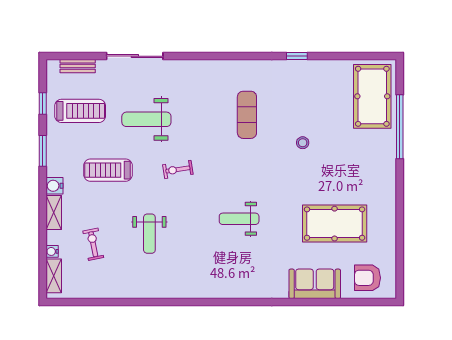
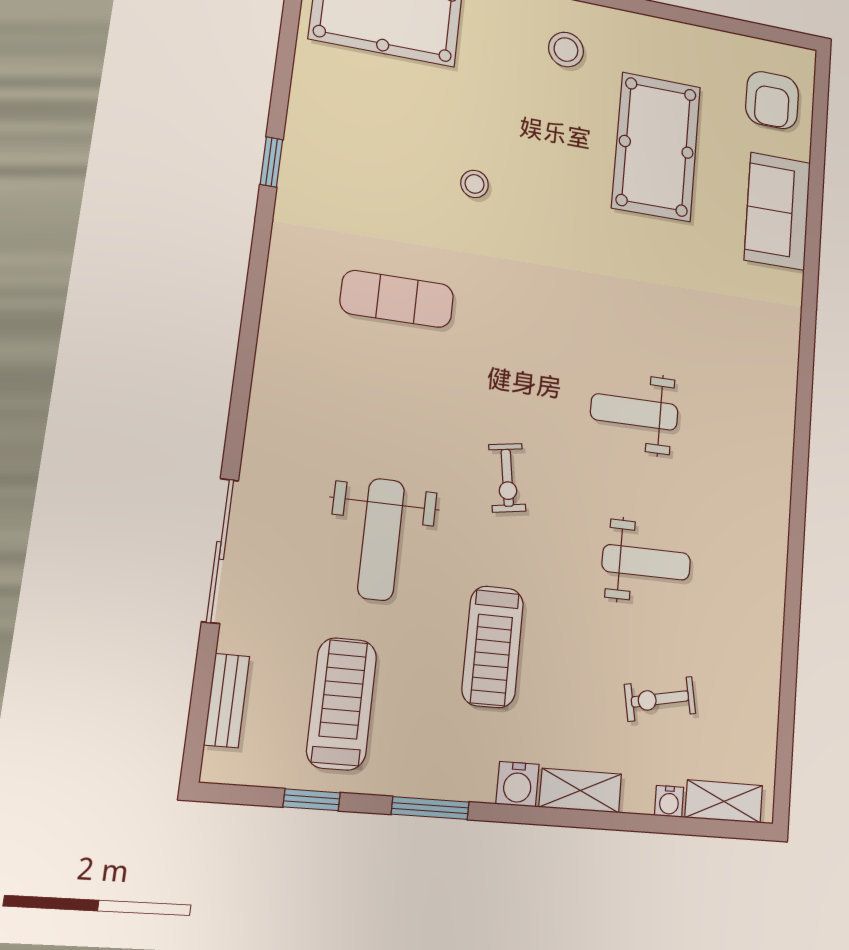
stool: (372, 178) -> (566, 50), added
weight bench: (239, 219) -> (634, 412), moved, turned 90

